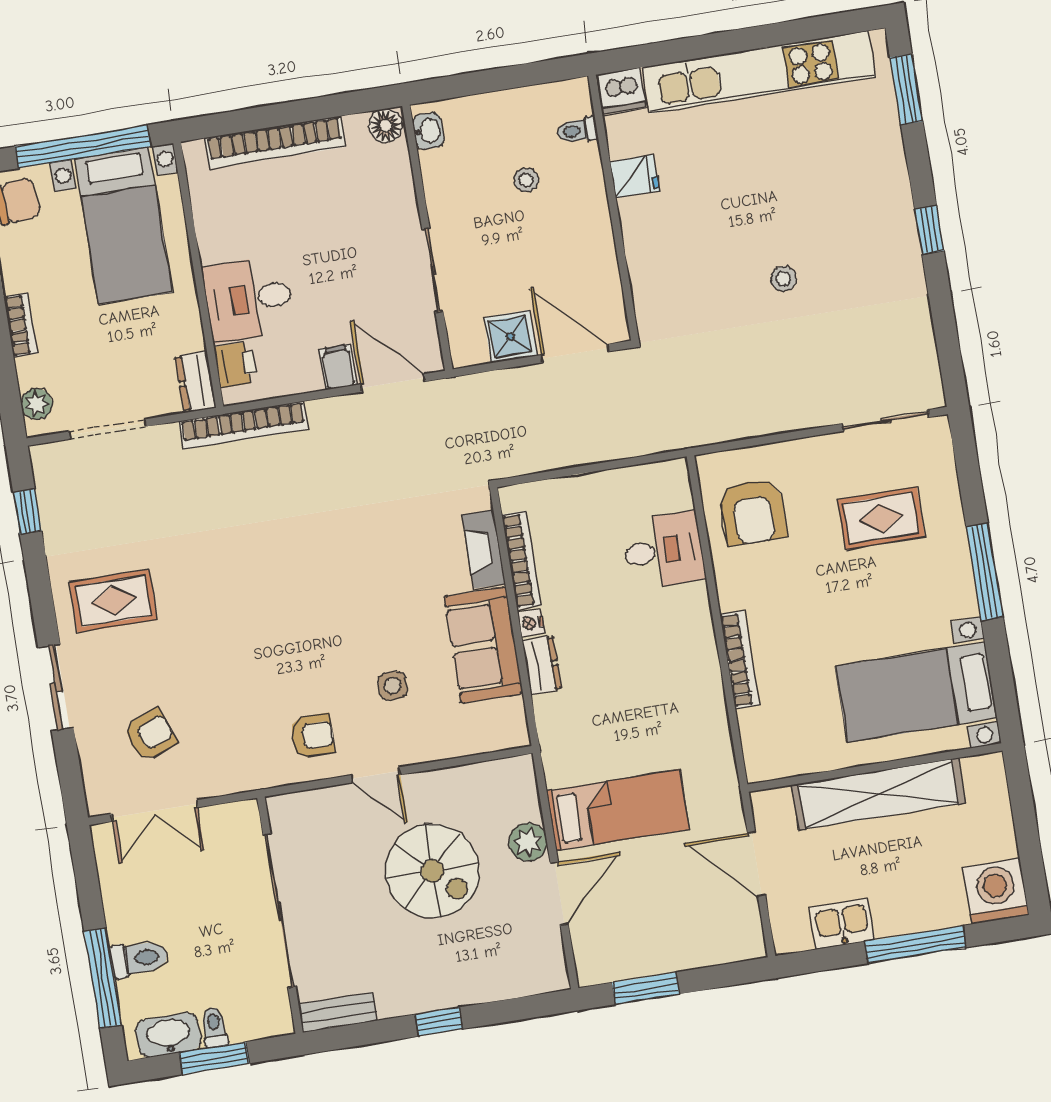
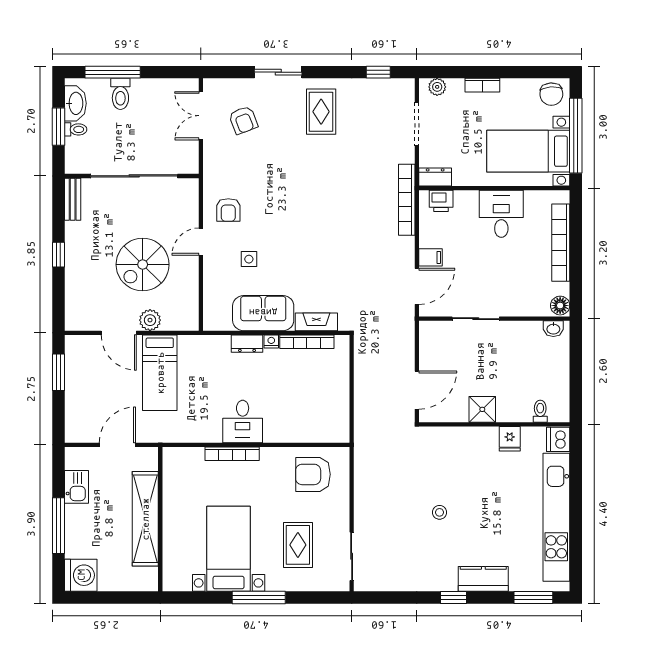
stool: (526, 180) -> (517, 379), removed
kitchen counter: (888, 183) -> (483, 579), added
desk: (248, 299) -> (501, 214), moved
shower: (510, 337) -> (482, 409), moved
desk: (664, 550) -> (243, 421), moved
bed with nightstands: (916, 692) -> (229, 549), moved

